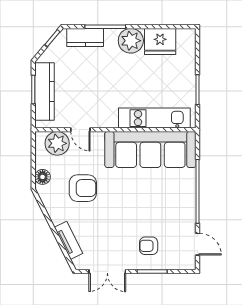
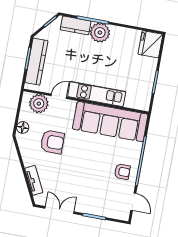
plant: (131, 41) -> (100, 33), moved
fridge: (160, 41) -> (150, 44), moved, turned 90
kitchen unit: (154, 118) -> (97, 94), moved
door: (80, 130) -> (59, 96), swing flipped
armchair: (149, 246) -> (122, 172), moved, turned 180
double door: (107, 271) -> (59, 210), swing flipped

